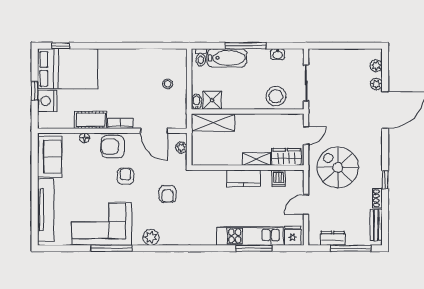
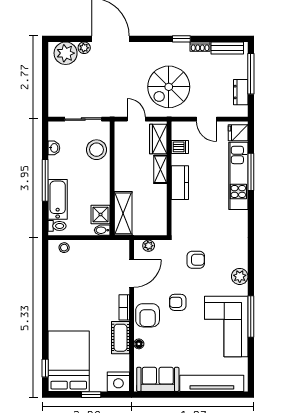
plant: (376, 66) -> (66, 53), width x1.88, depth x1.88
stool: (168, 84) -> (64, 248), moved
nightstand: (47, 101) -> (118, 382), moved

